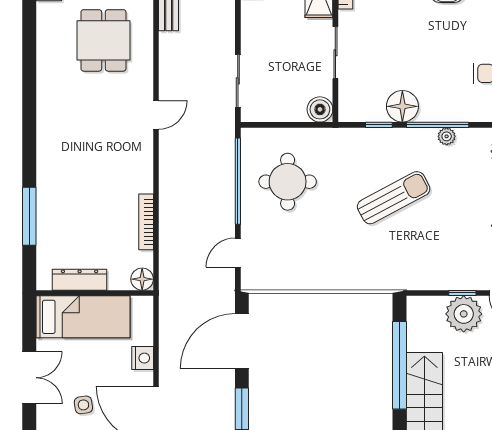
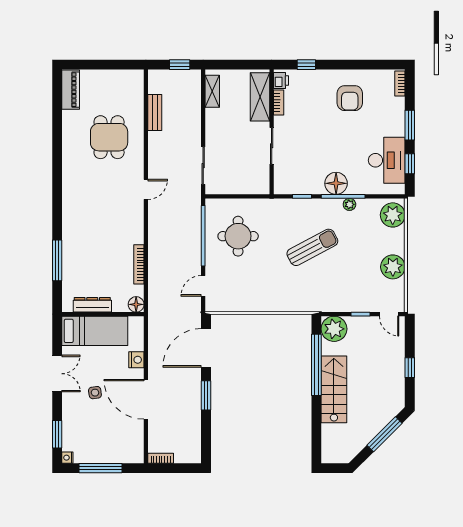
floor lamp: (402, 106) -> (336, 183), moved
boiler: (320, 109) -> (261, 186), removed
plant: (464, 314) -> (334, 329), moved

